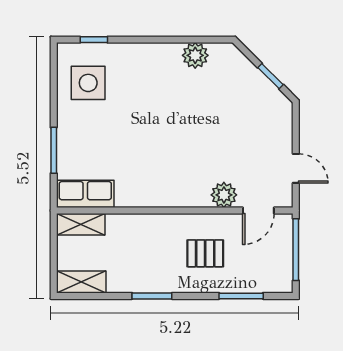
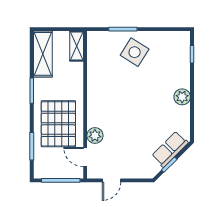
plant: (195, 55) -> (182, 97), moved
side table: (88, 83) -> (135, 52), moved, turned 32
row of seats: (85, 194) -> (170, 149), moved, turned -135
pallet: (205, 253) -> (58, 124), width x2.05, depth x2.00
shelving: (81, 282) -> (43, 54), width x1.50, depth x1.33

